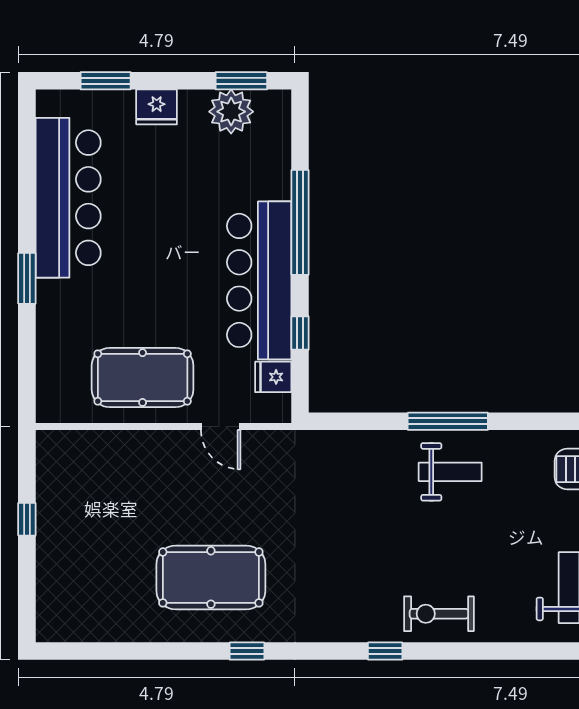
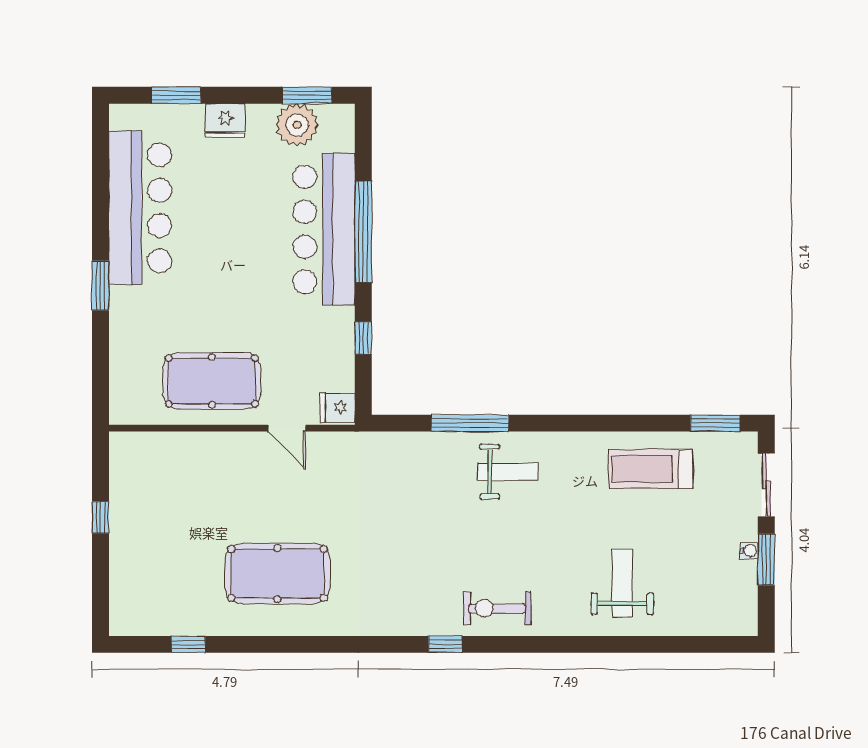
bar counter: (259, 280) -> (324, 229), moved
fridge: (273, 377) -> (338, 407), moved
window: (448, 421) -> (470, 423), moved
window: (247, 651) -> (188, 644), moved

